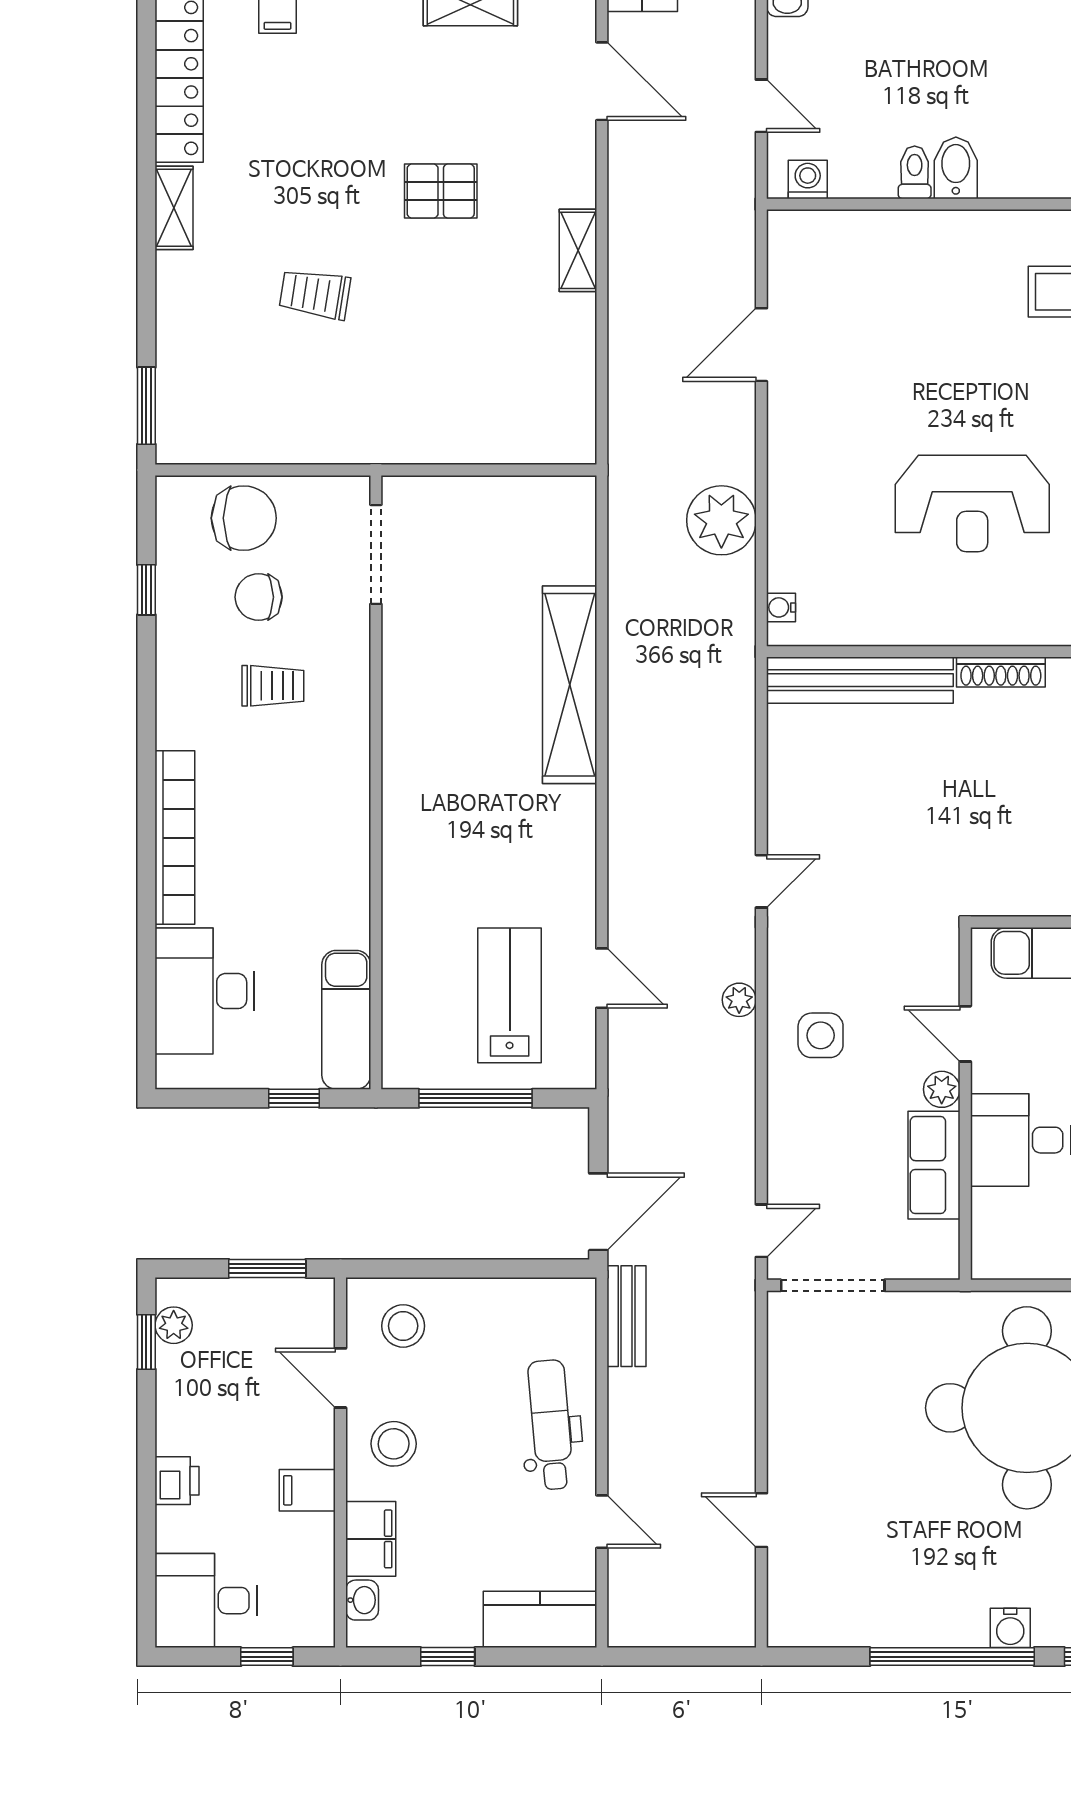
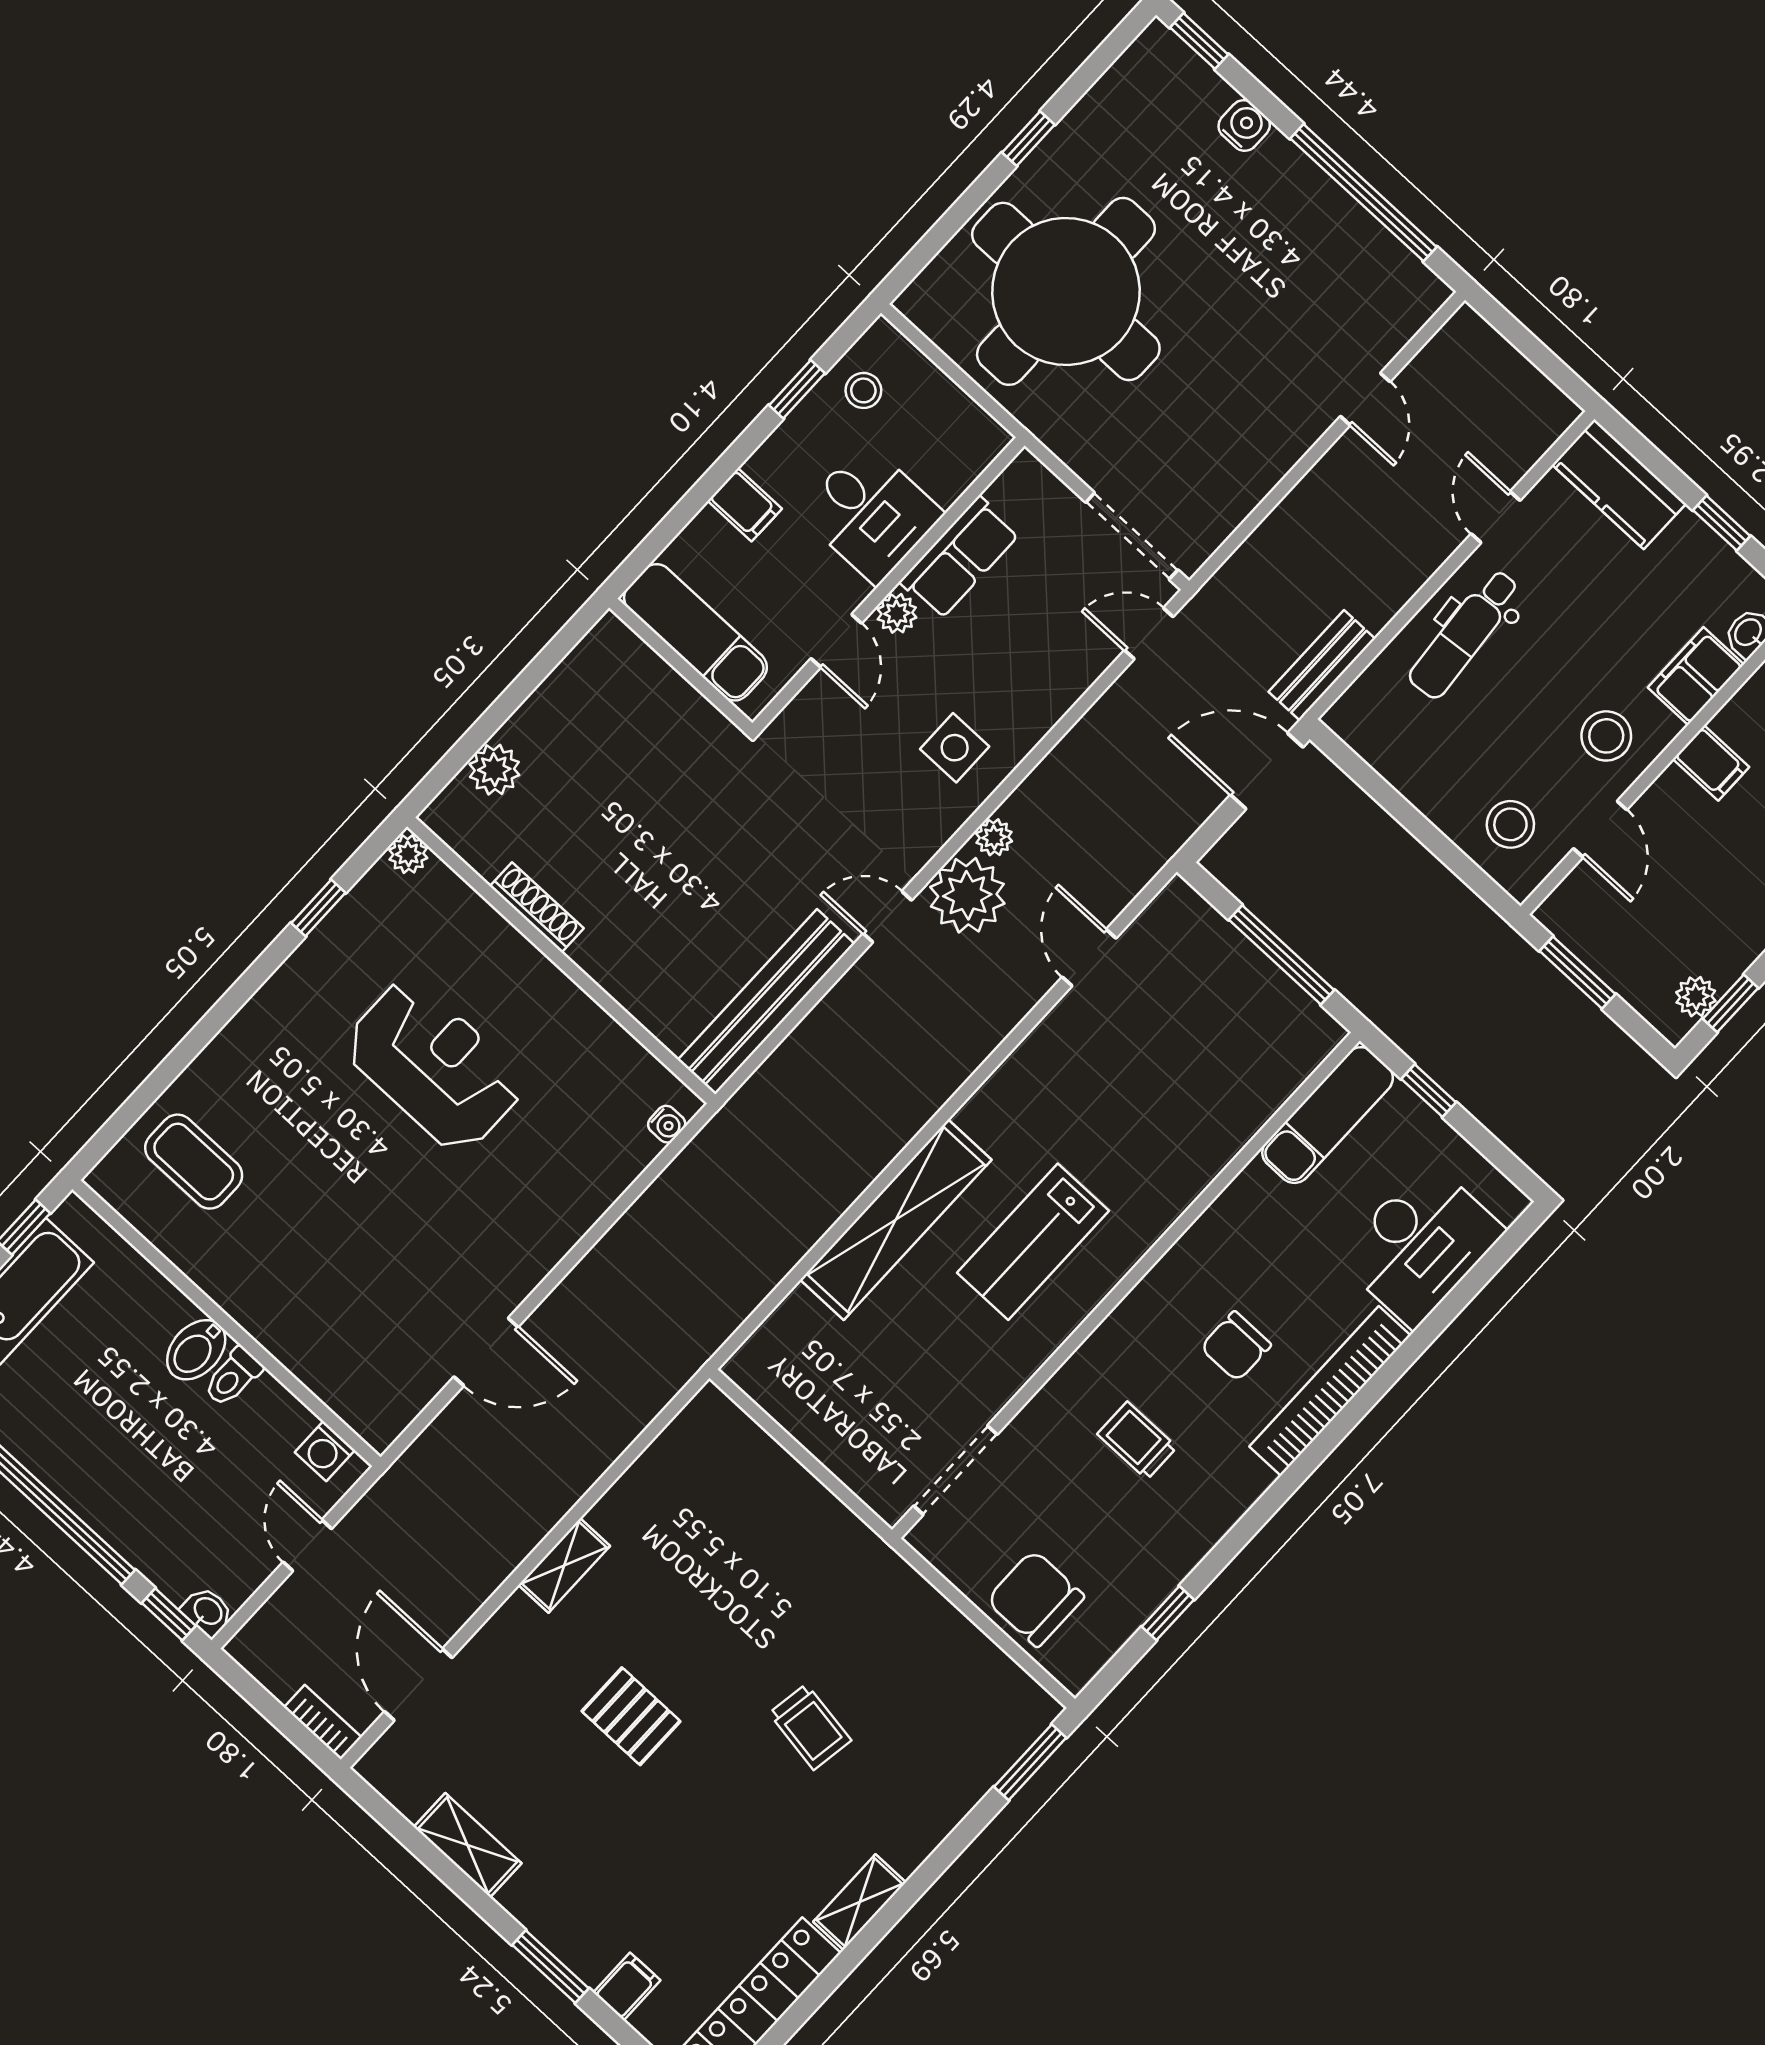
plant: (721, 520) -> (967, 895), moved
chair: (259, 597) -> (1236, 1346), moved, turned 90
bench: (860, 680) -> (766, 1002), moved, turned 90
lab bench: (510, 995) -> (1033, 1242), moved
window: (952, 1657) -> (1364, 193), moved

